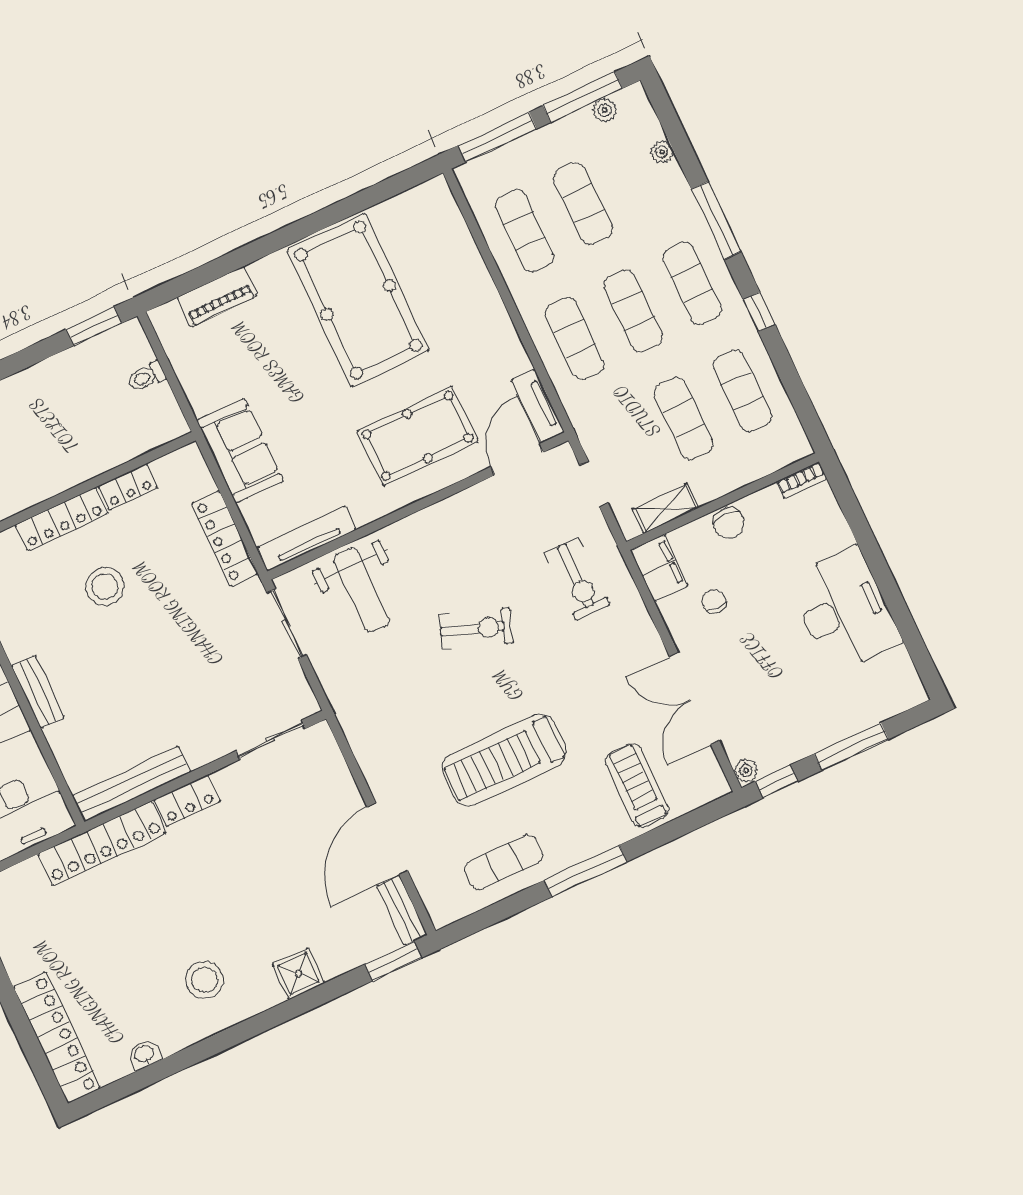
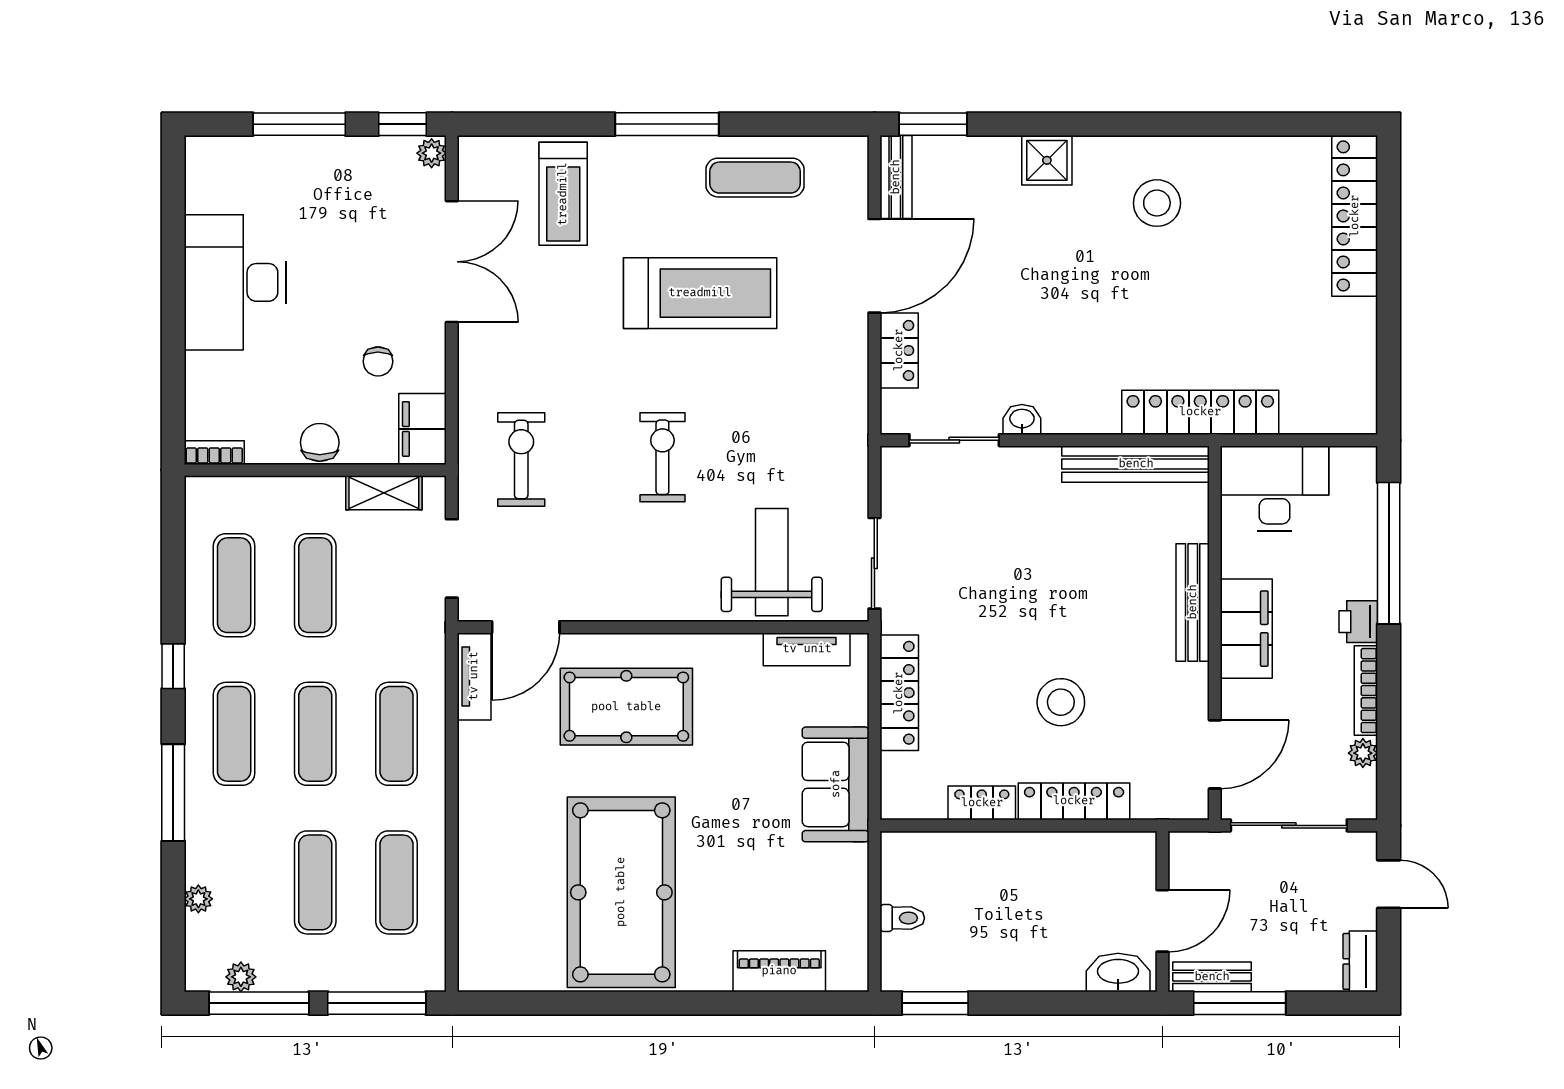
doorway: (594, 484) -> (452, 558), width x1.38
tv unit: (307, 539) -> (807, 649), width x0.71
exercise bike: (476, 629) -> (662, 457), turned 70
bench: (38, 692) -> (1193, 602), width x1.36
locker: (187, 801) -> (899, 350), moved, turned 90
washbasin: (144, 1054) -> (1022, 419), moved, turned 180

